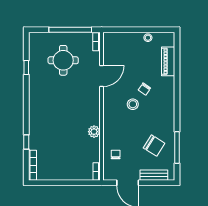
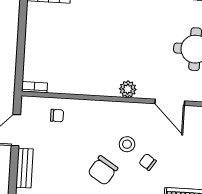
plant: (94, 132) -> (128, 89), moved
chair: (154, 146) -> (103, 170), moved

